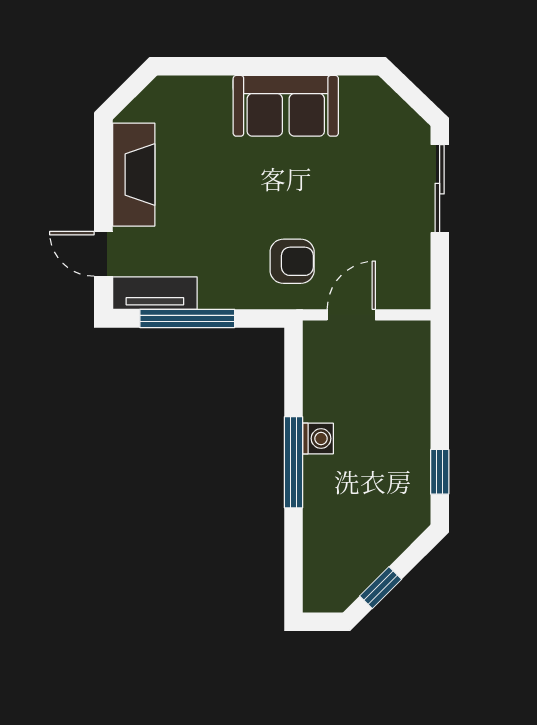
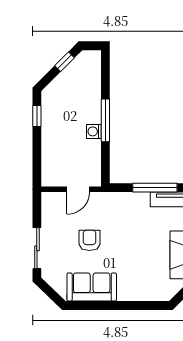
sofa: (286, 106) -> (92, 287), moved
armchair: (292, 261) -> (89, 240), moved, turned 90

